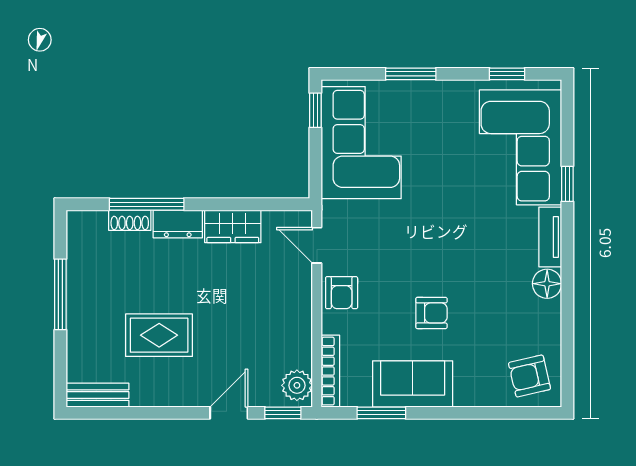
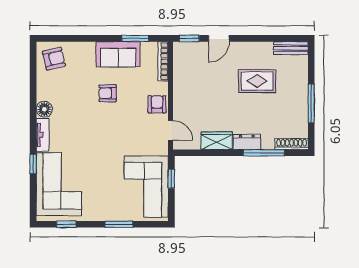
window: (315, 110) -> (171, 179), moved
shoe rack: (130, 220) -> (292, 144), moved, width x1.43
plant: (297, 385) -> (181, 54), removed

